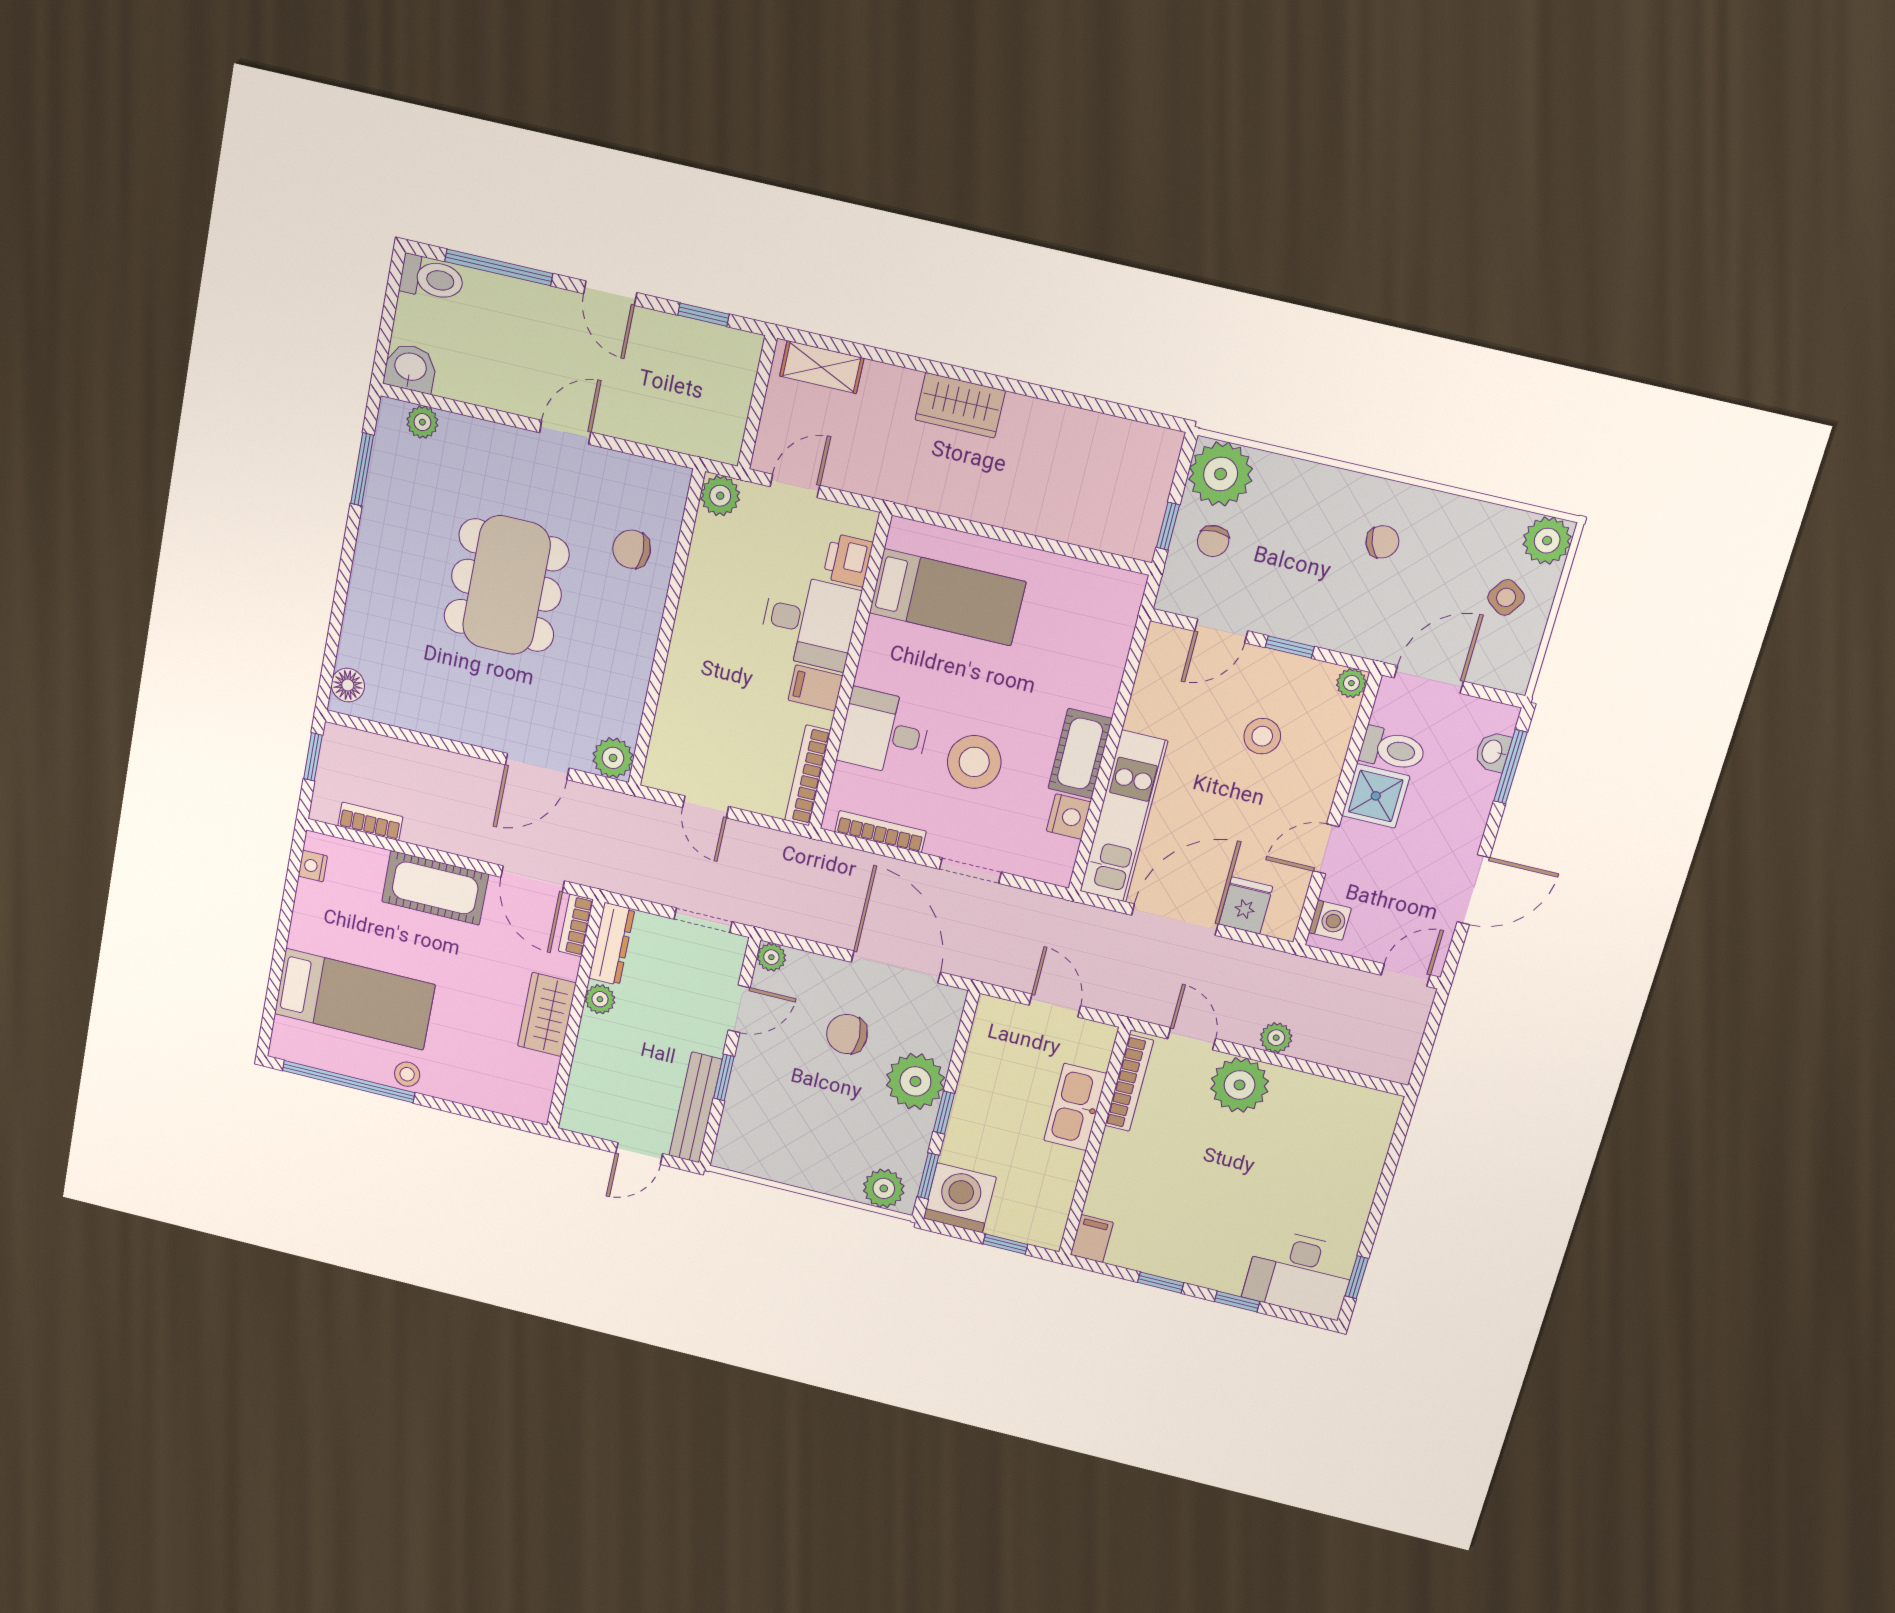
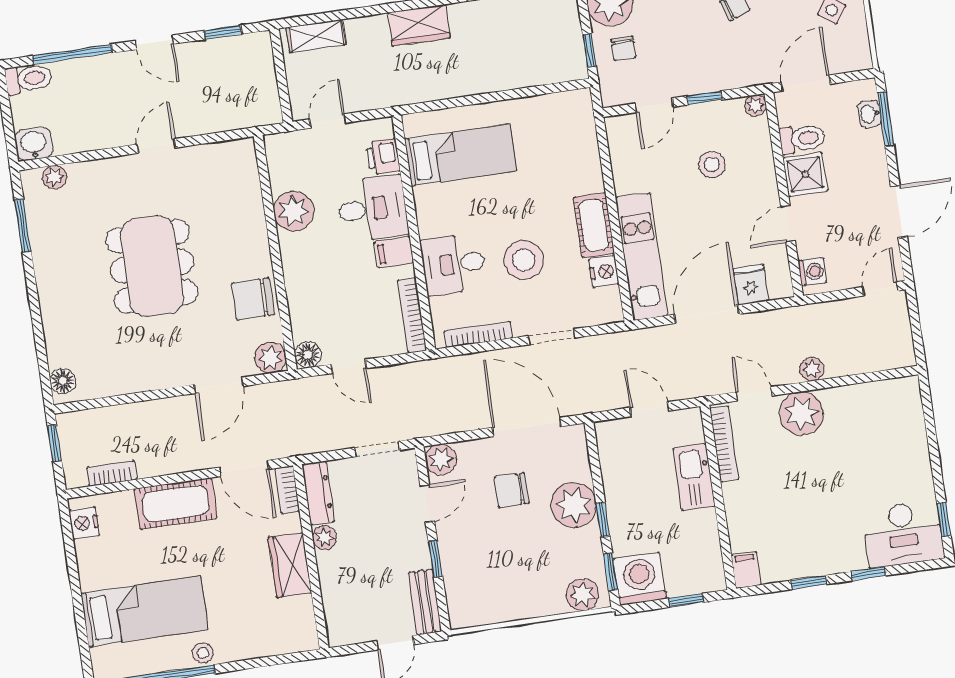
plant: (720, 496) -> (294, 211), moved, width x1.36, depth x1.36
chair: (632, 549) -> (253, 299), moved, width x1.37, depth x1.37
floor lamp: (660, 772) -> (308, 355), added
nightstand: (313, 866) -> (84, 523), width x1.39, depth x1.35
plant: (771, 957) -> (441, 459), width x1.38, depth x1.38
bench: (695, 1108) -> (425, 602), width x0.73

